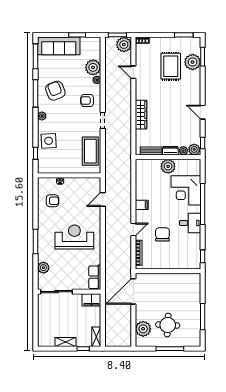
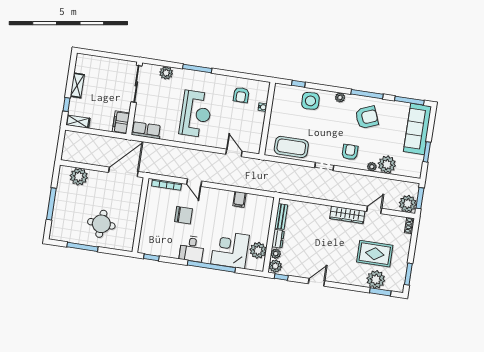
wardrobe: (141, 115) -> (347, 215), moved
plant: (168, 166) -> (258, 250), moved
filing cabinet: (142, 205) -> (239, 199), moved
door: (133, 291) -> (123, 172), hinge flipped
round table: (168, 325) -> (101, 224), moved

